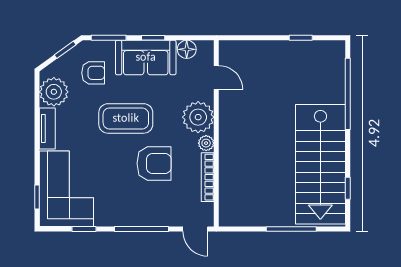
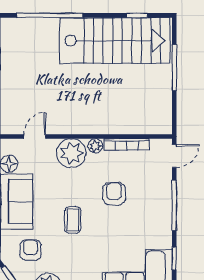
coffee table: (126, 118) -> (73, 220), width x0.54, depth x0.58
armchair: (154, 163) -> (114, 194), width x0.72, depth x0.72

